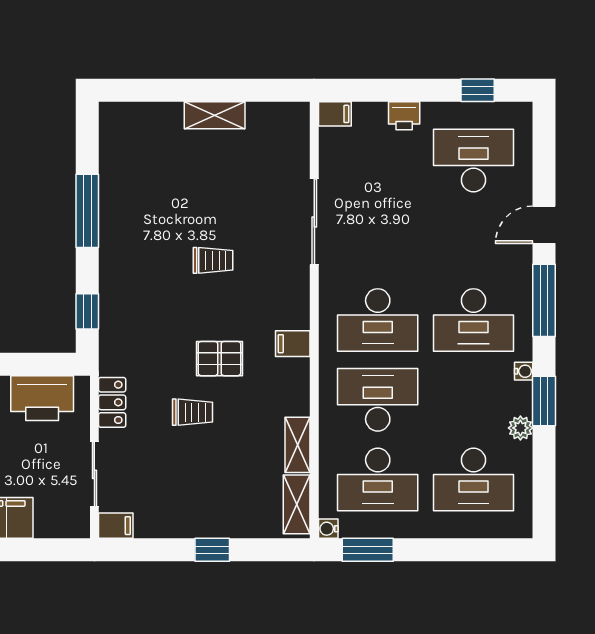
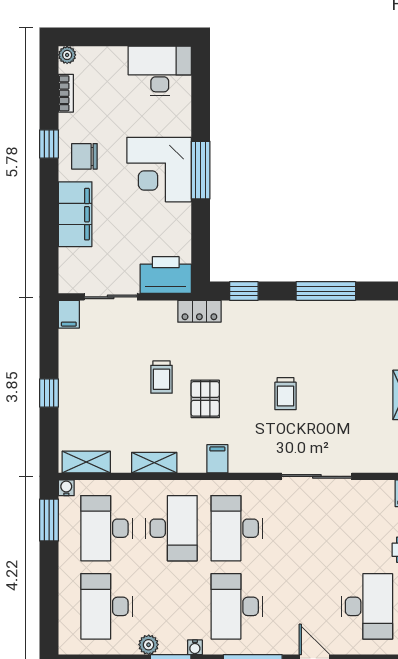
printer: (42, 398) -> (166, 275), moved, turned 90
locker: (112, 402) -> (199, 311), moved
shelving: (298, 445) -> (154, 463), moved

